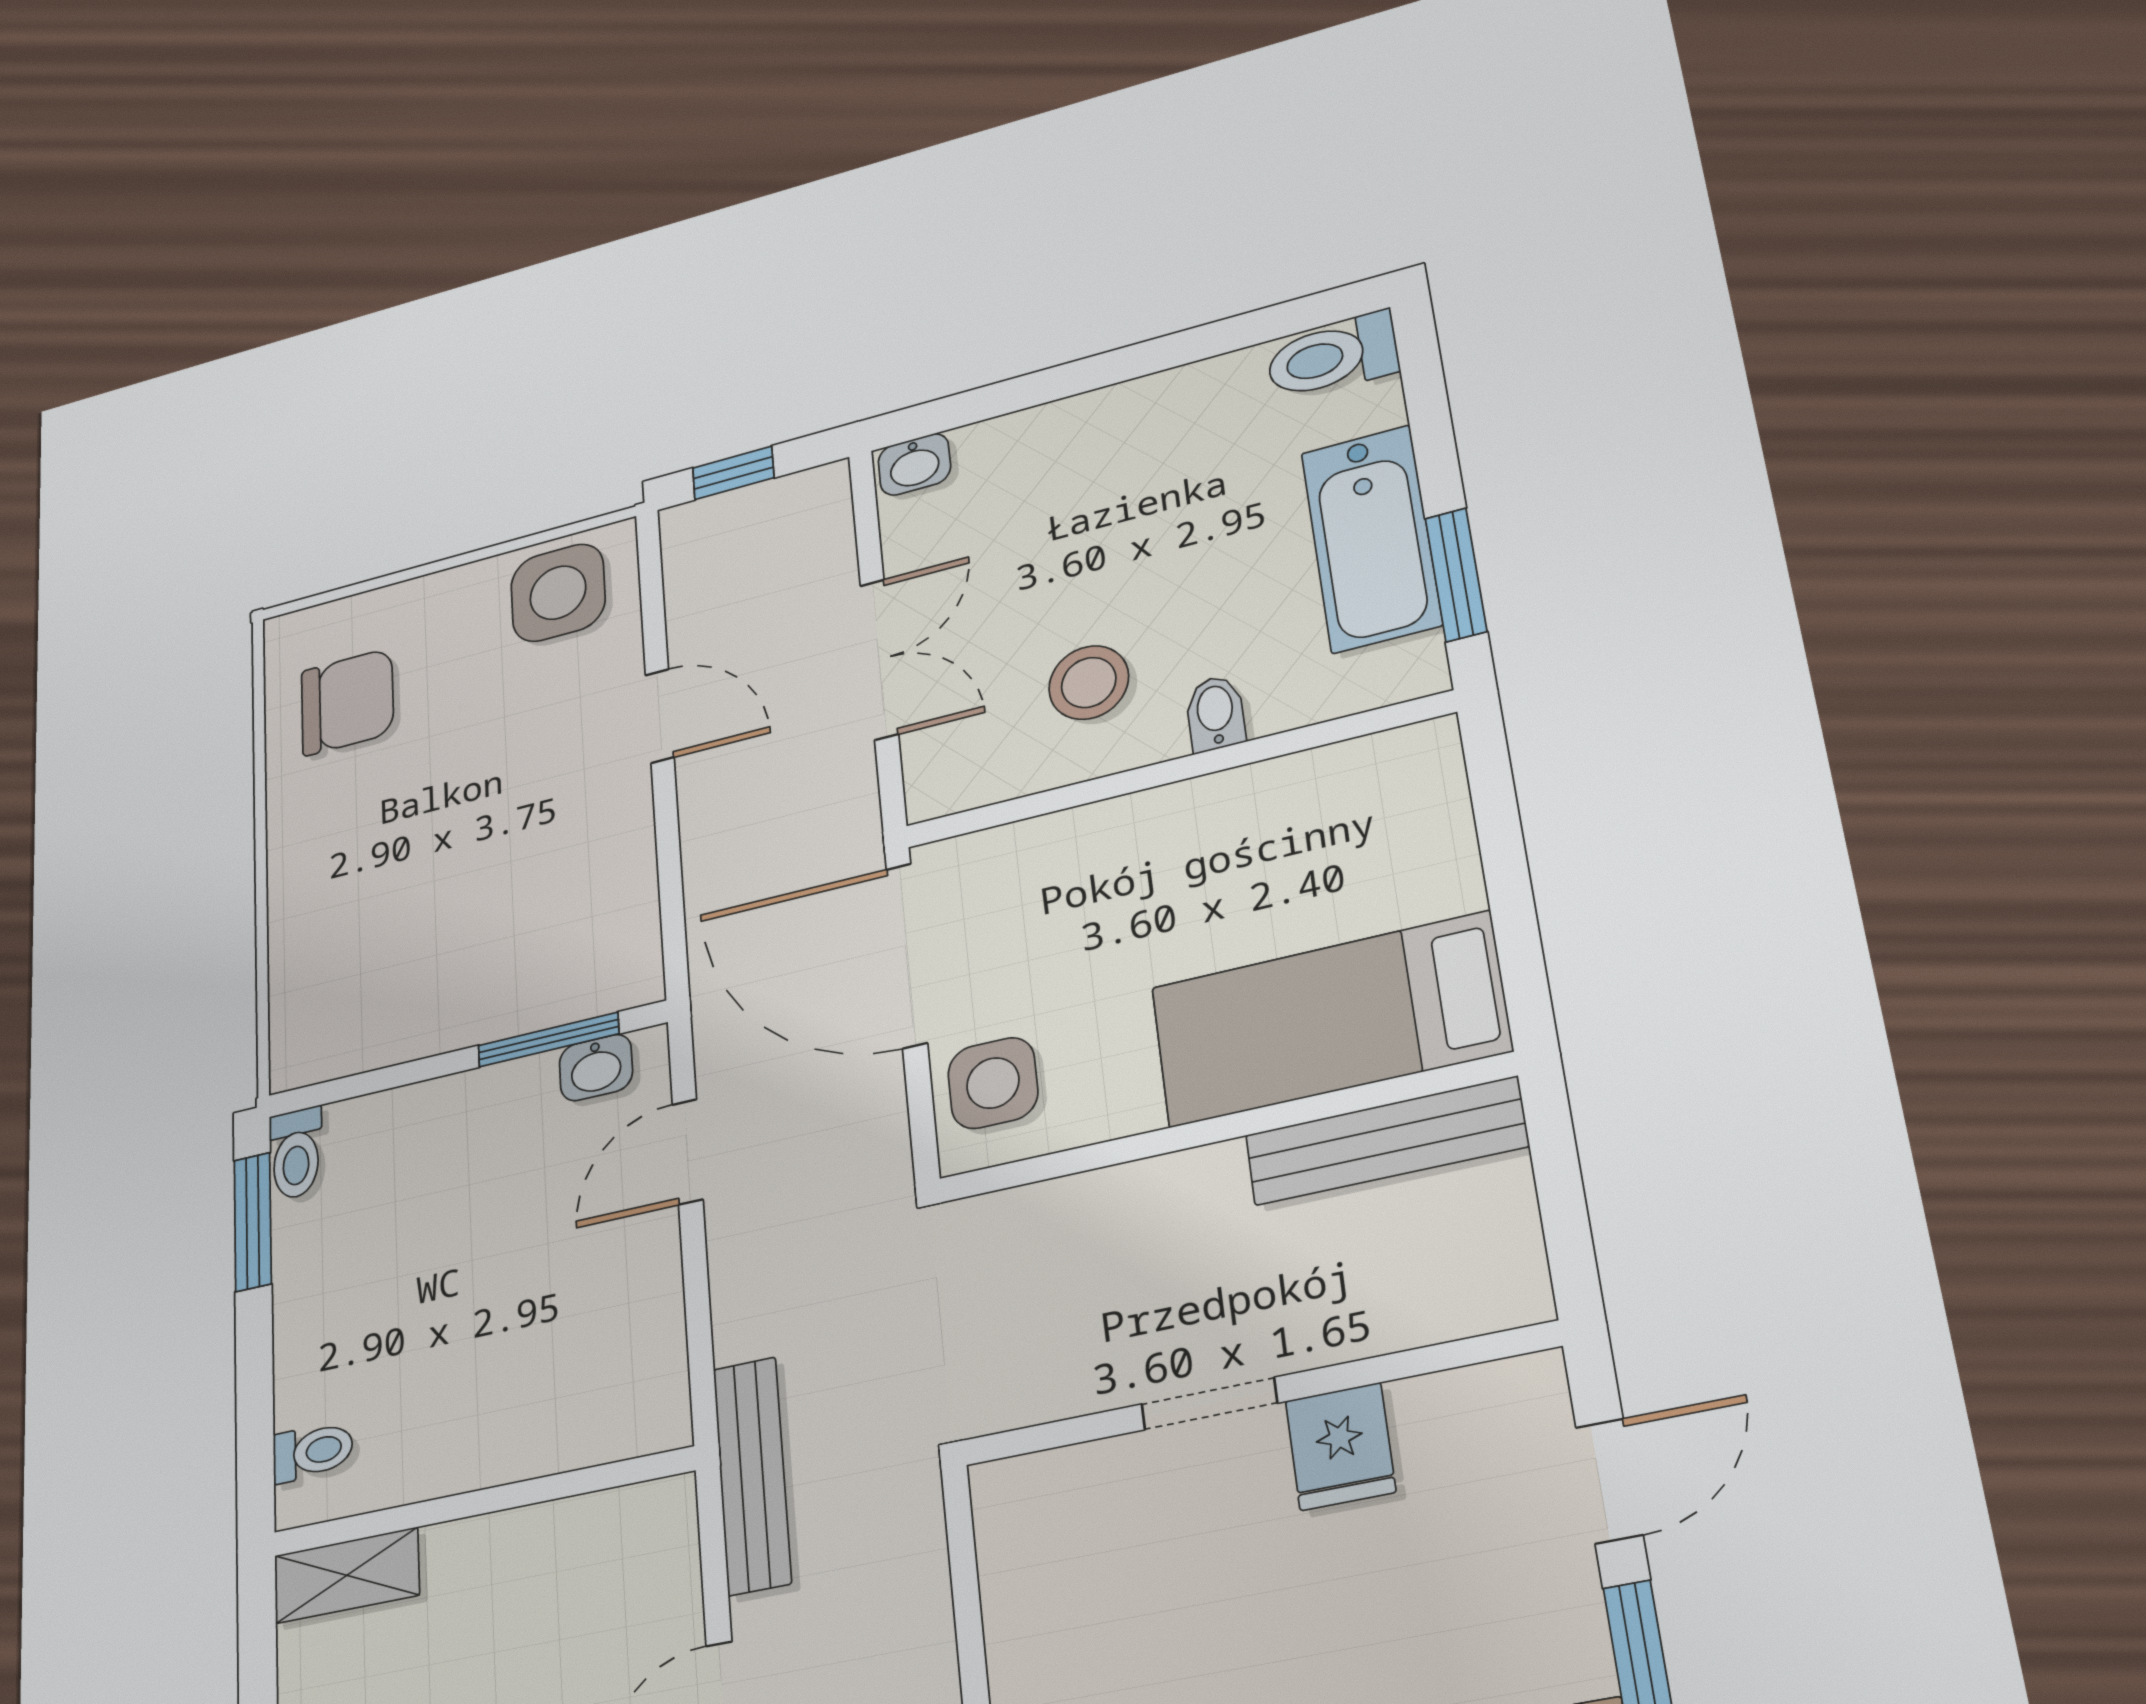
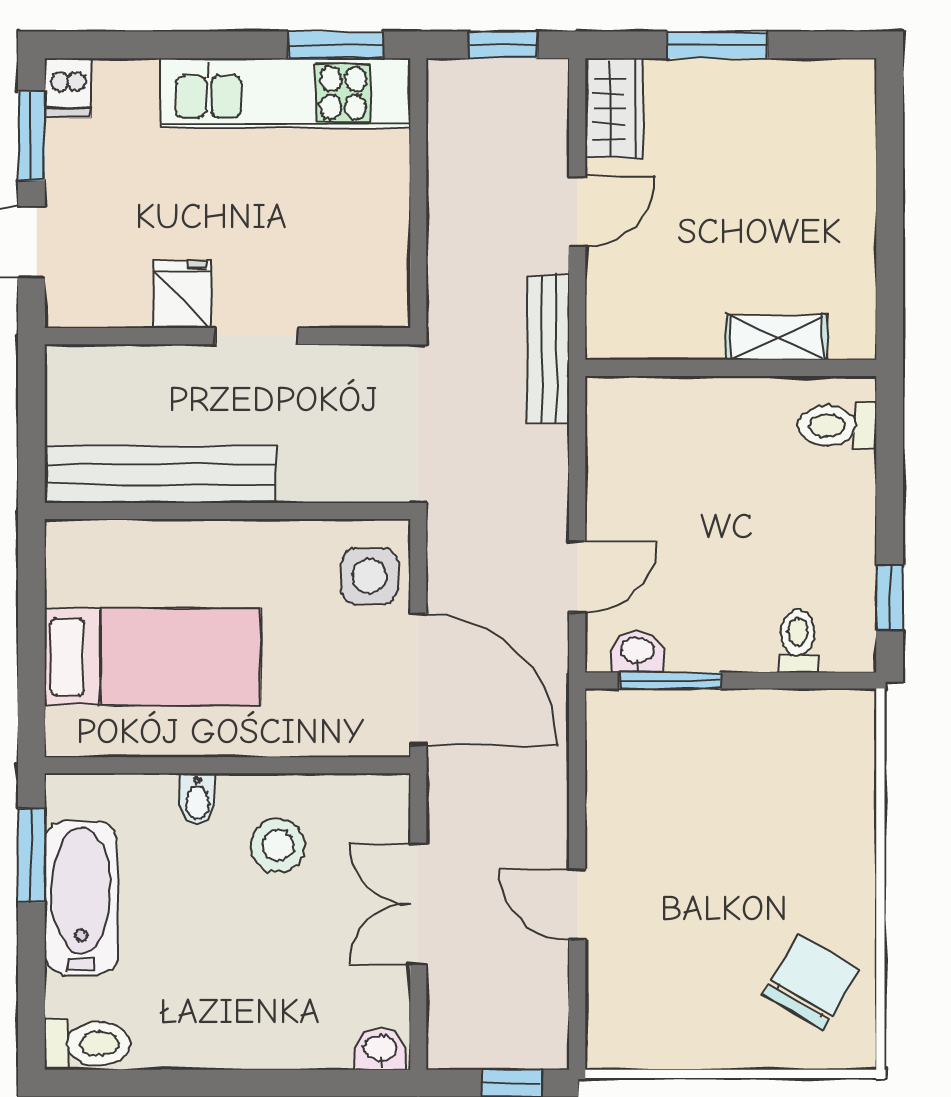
side table: (558, 593) -> (647, 1025), removed
chair: (347, 702) -> (811, 982), turned 121
bed: (1329, 1019) -> (153, 657), moved
bench: (1386, 1141) -> (160, 474), width x1.37, depth x1.21
toilet: (296, 1153) -> (798, 641), moved
window: (253, 1222) -> (890, 598), width x0.67
toilet: (313, 1452) -> (837, 426), width x1.37, depth x1.39
shelving: (347, 1575) -> (776, 337), moved

